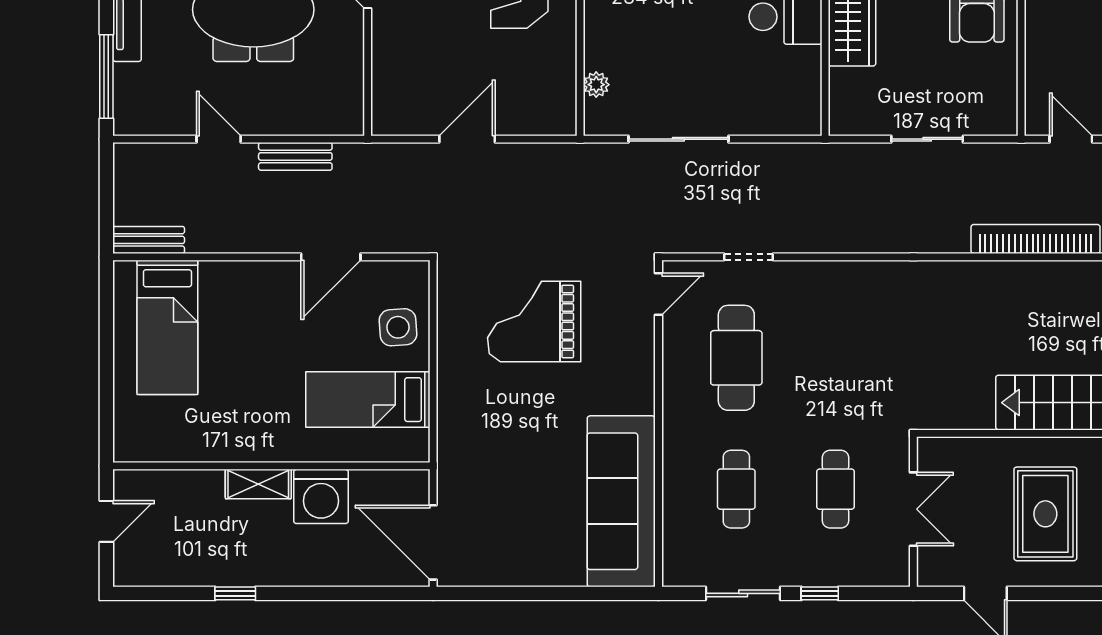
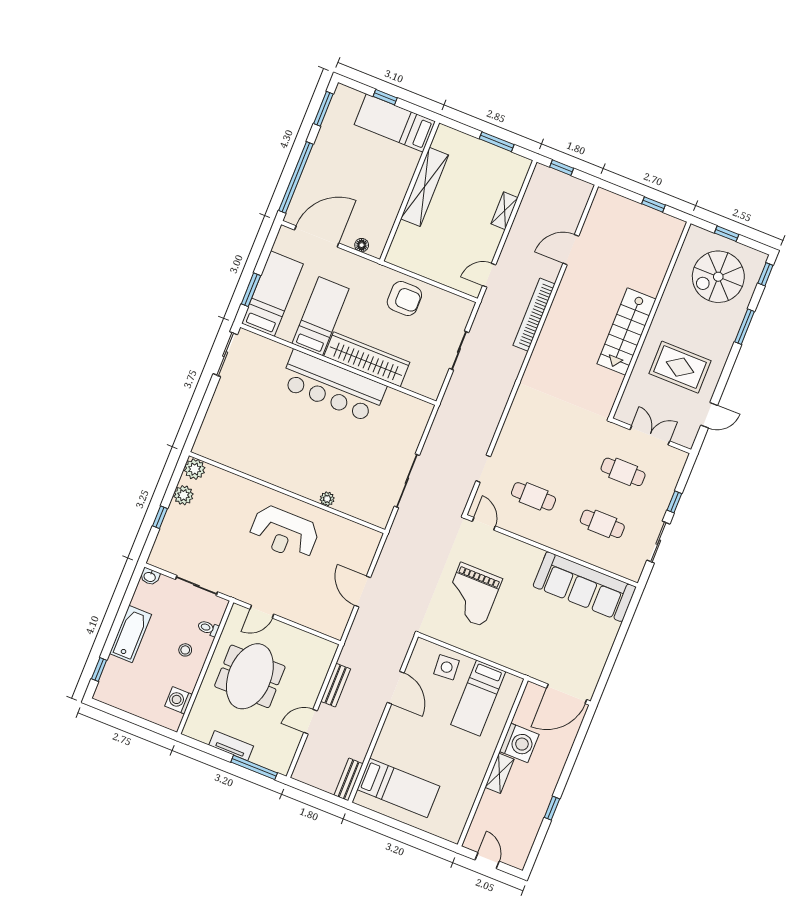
plant: (596, 85) -> (327, 499), moved
cafe table: (736, 358) -> (534, 496), width x0.73, depth x0.74

